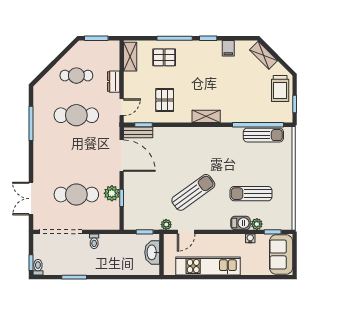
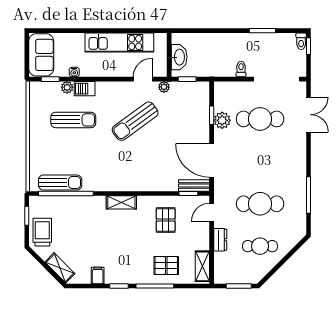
sun lounger: (263, 135) -> (60, 182), turned 180

